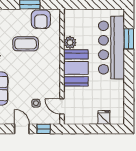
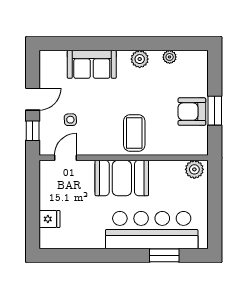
armchair: (41, 19) -> (192, 112), moved
plant: (70, 43) -> (194, 169), moved
coffee table: (26, 44) -> (134, 133), moved

